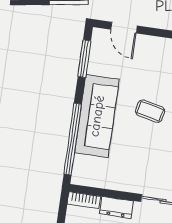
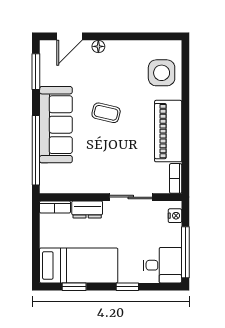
door: (124, 28) -> (69, 36), hinge flipped
floor lamp: (152, 42) -> (98, 46), added

